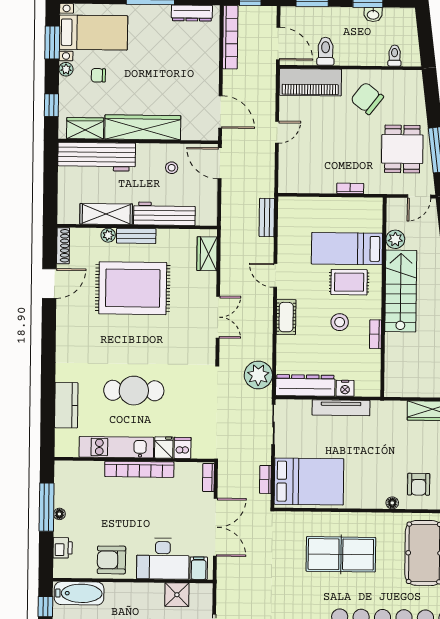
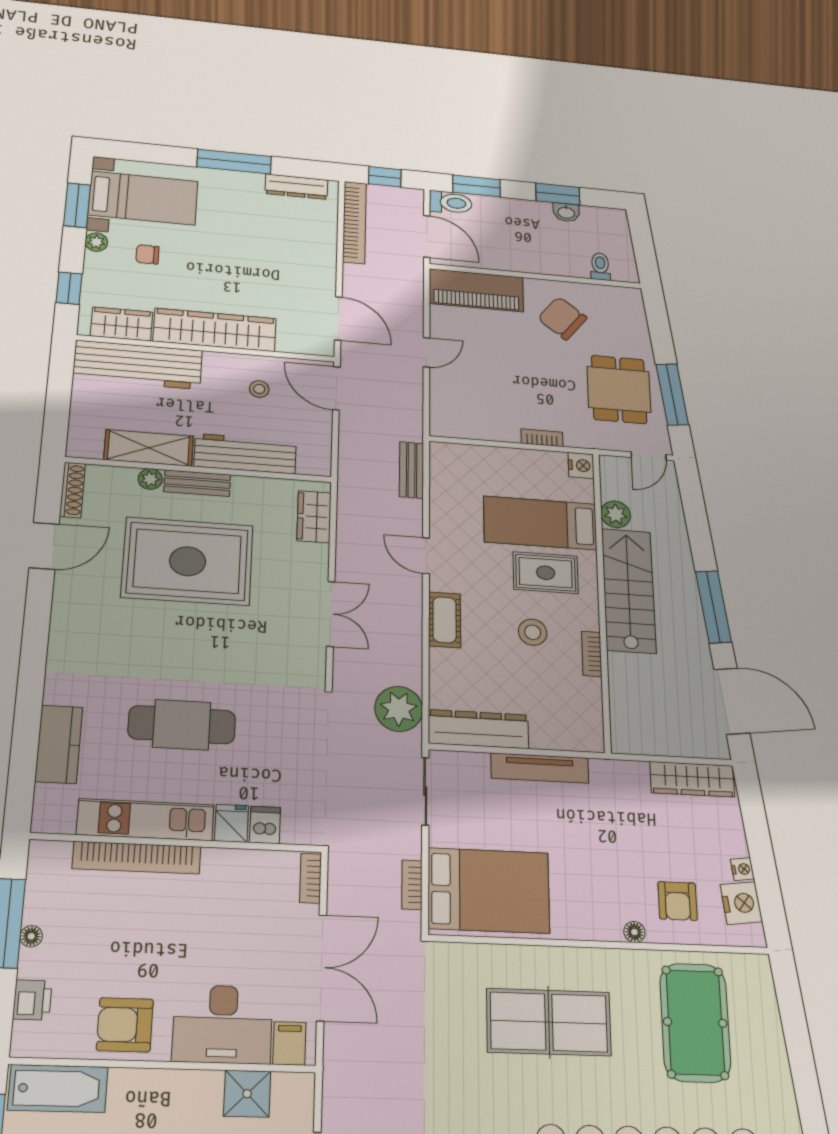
toilet: (326, 51) -> (451, 203), moved, turned 90
nightstand: (345, 388) -> (581, 465), moved, turned -90
bookcase: (139, 469) -> (137, 858), moved

